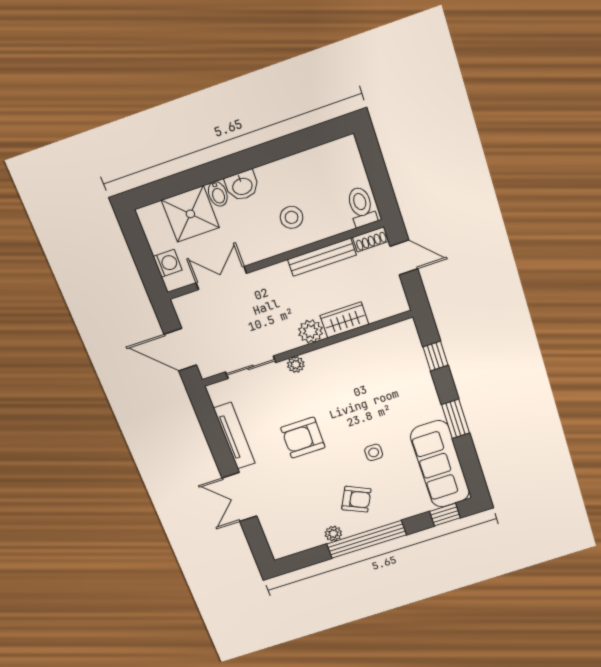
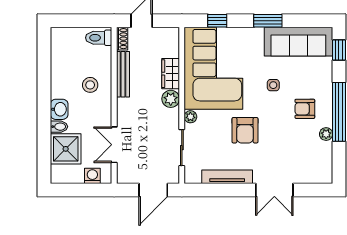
corner sofa: (371, 372) -> (213, 68), added
armchair: (356, 499) -> (305, 109), turned -116

